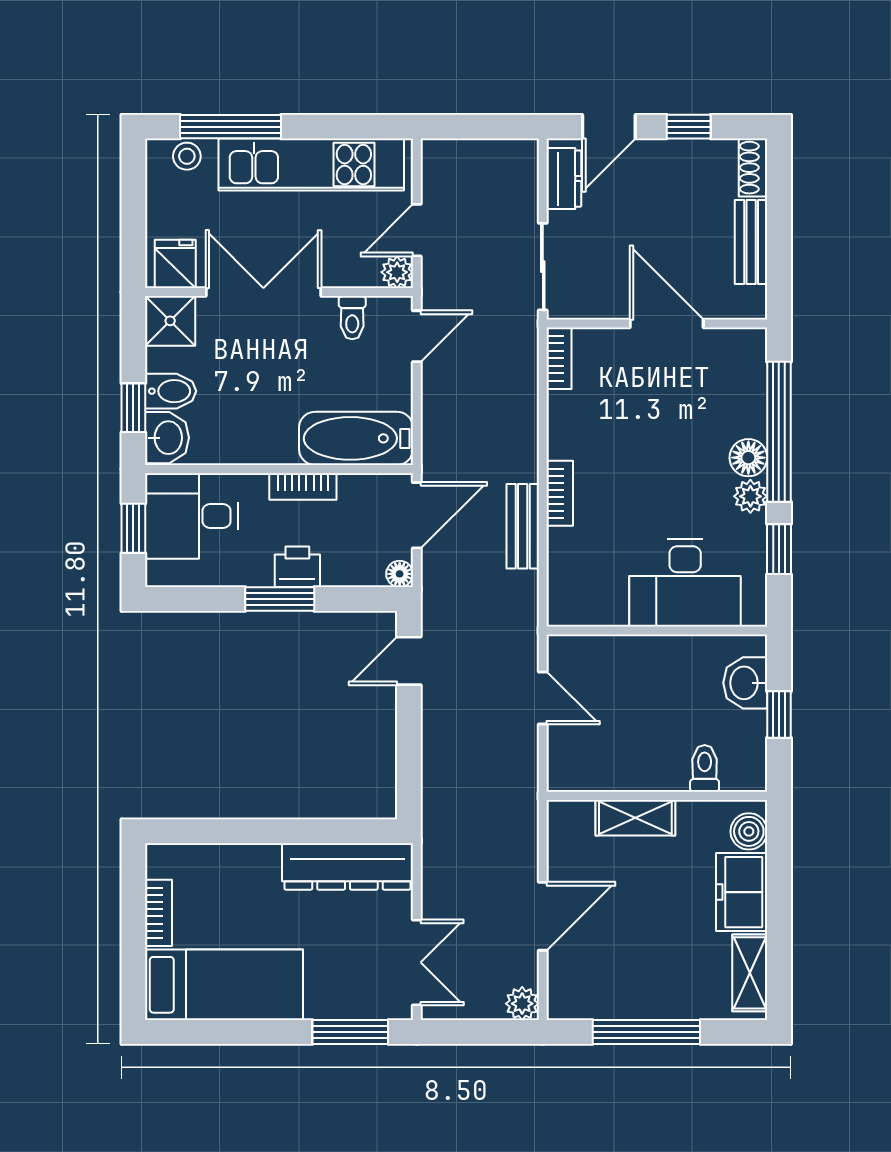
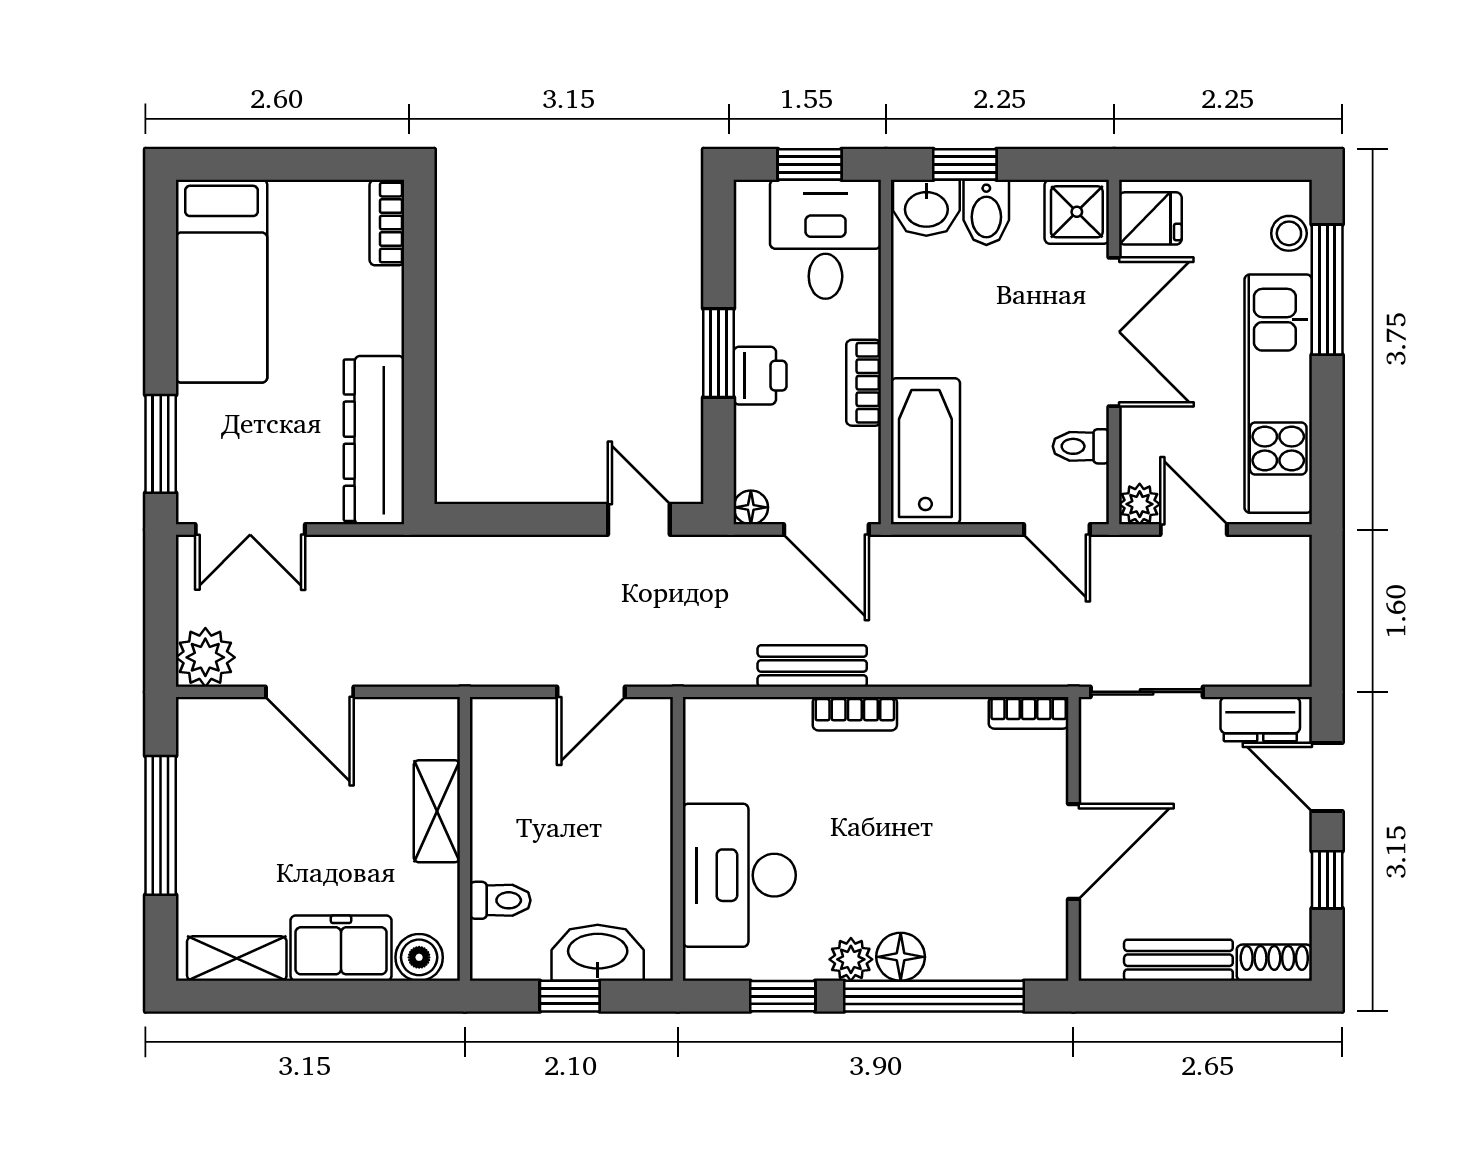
washbasin: (745, 683) -> (598, 953), width x1.38
bookcase: (159, 913) -> (387, 223), moved, turned 90
plant: (522, 1004) -> (205, 657), width x1.38, depth x1.38

